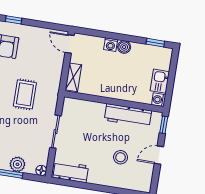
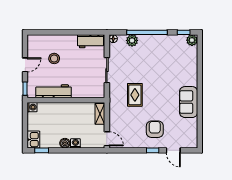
kitchen sink: (160, 81) -> (33, 140), moved

